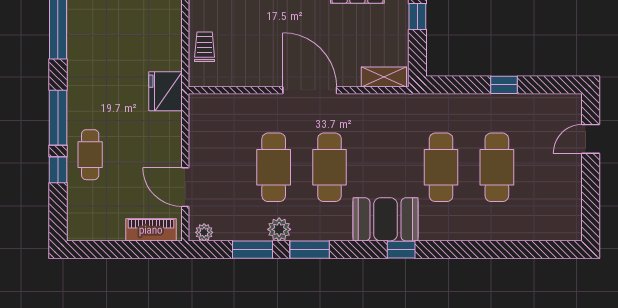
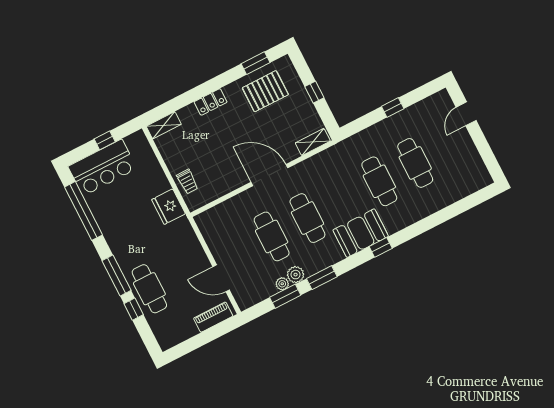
trolley: (205, 47) -> (187, 182), turned 180
fridge: (165, 91) -> (168, 207), moved
cafe table: (90, 155) -> (149, 289), width x1.37, depth x1.35
plant: (204, 232) -> (282, 284), moved

